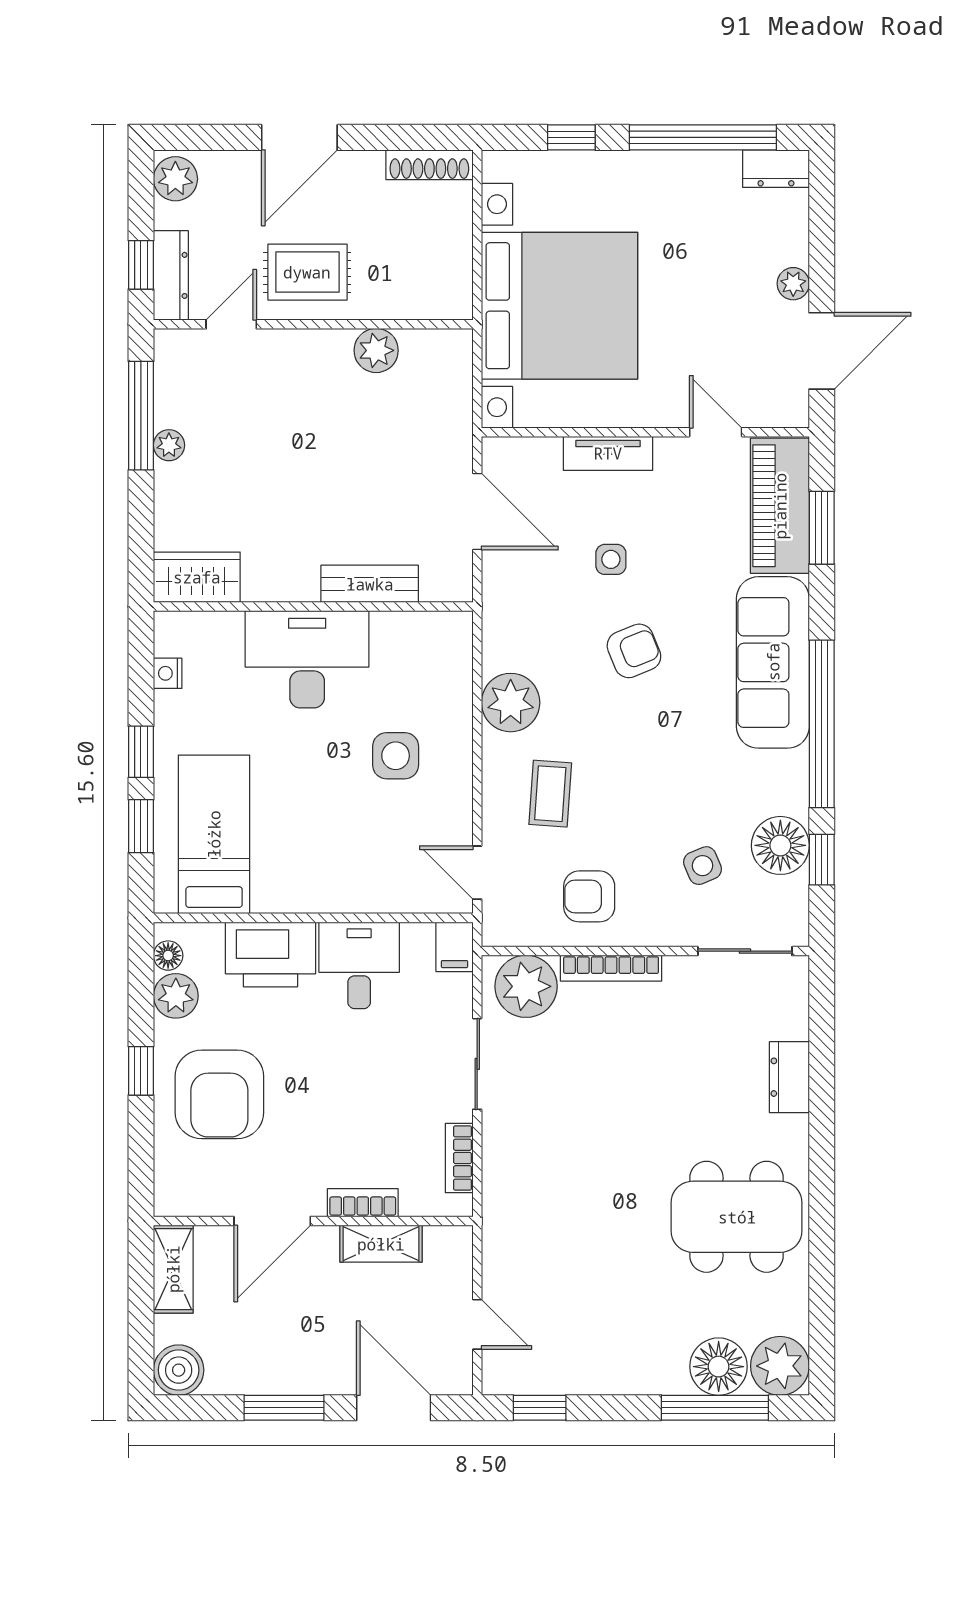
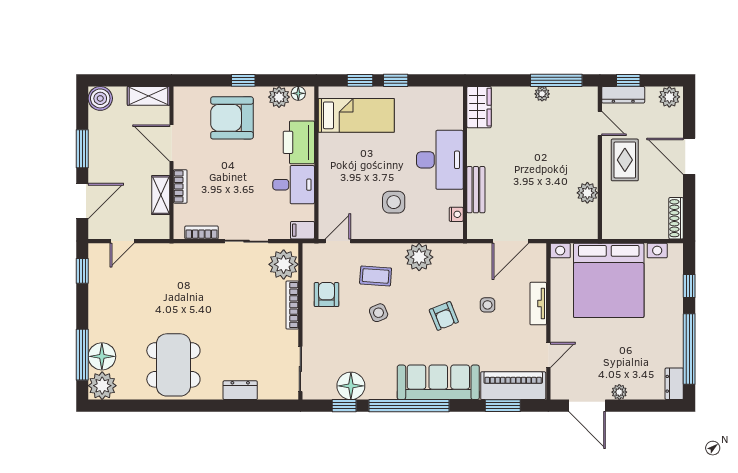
nightstand: (168, 673) -> (456, 214), moved, turned 90
side table: (702, 866) -> (379, 313), moved

